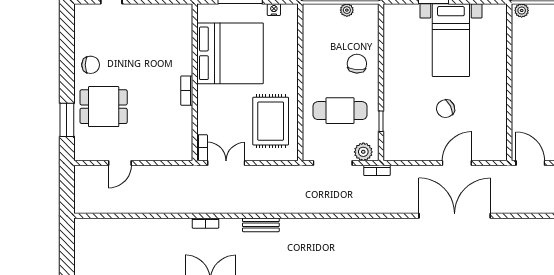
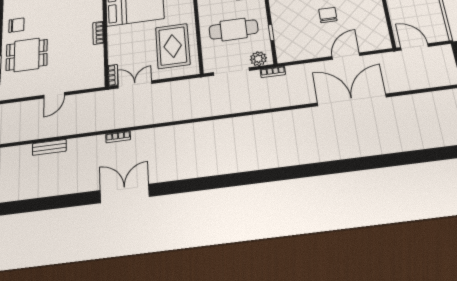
chair: (446, 109) -> (328, 15), turned 116
door: (120, 163) -> (54, 95), moved
bench: (261, 225) -> (49, 147), moved

